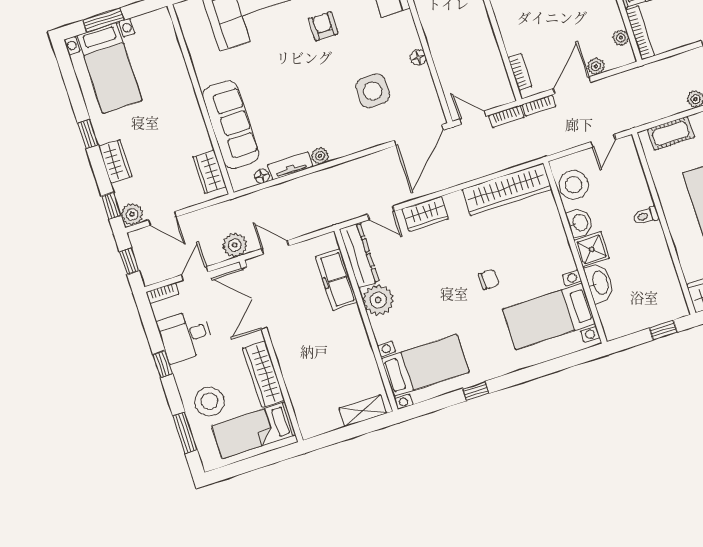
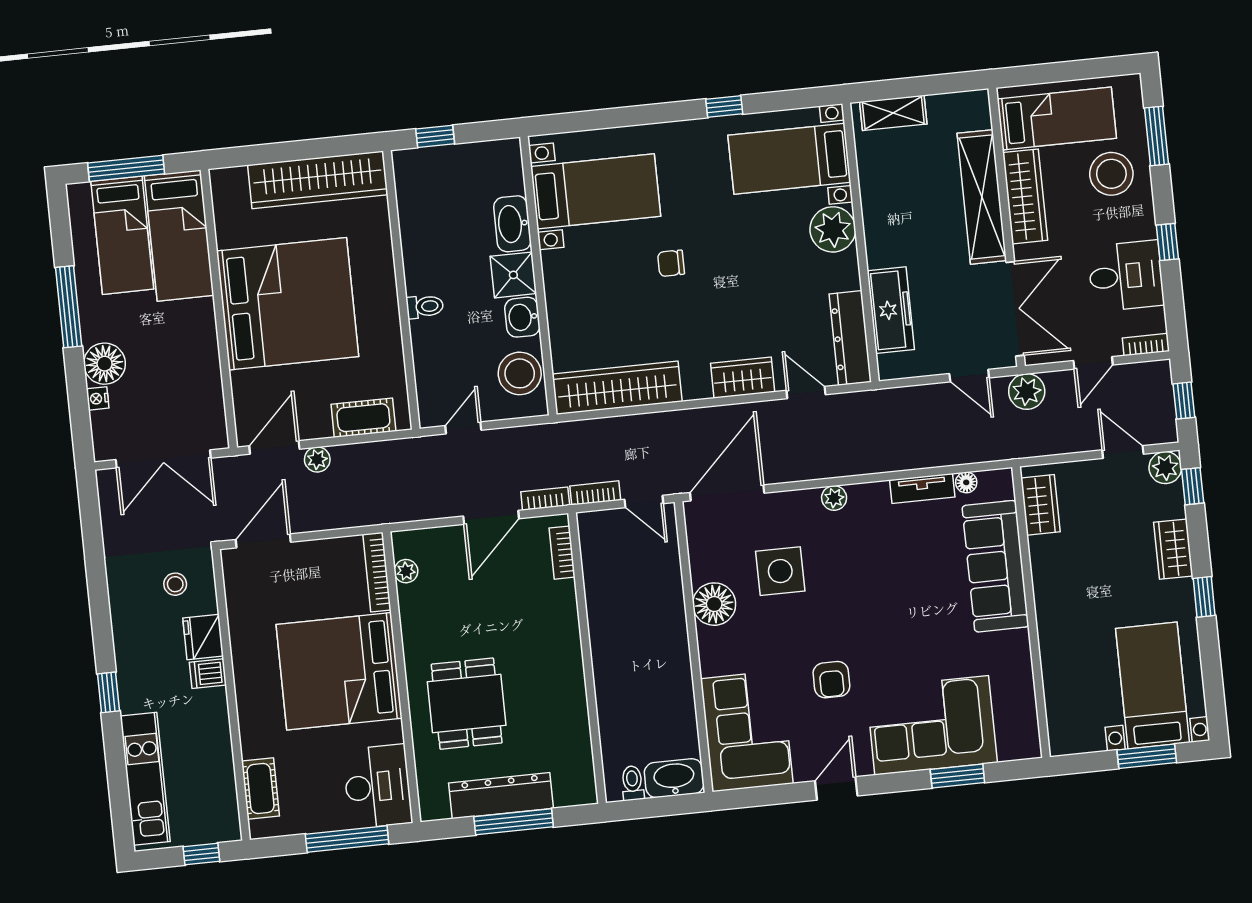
floor lamp: (418, 58) -> (714, 604), width x1.89, depth x1.89
plant: (596, 66) -> (451, 538), removed
plant: (320, 156) -> (834, 498), moved
plant: (378, 300) -> (833, 229), moved
shelving: (292, 368) -> (982, 197), added

